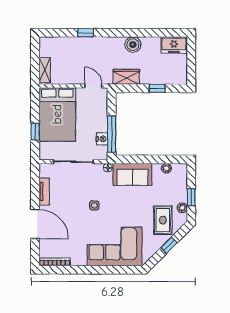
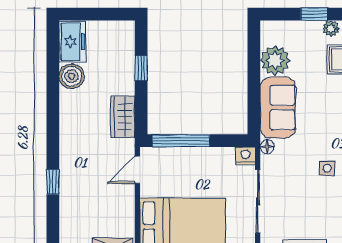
boiler: (133, 45) -> (72, 76), moved
window: (112, 134) -> (181, 141), moved
nightstand: (102, 139) -> (246, 156), moved
plant: (166, 168) -> (275, 60), width x1.87, depth x1.87

